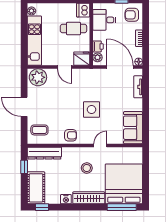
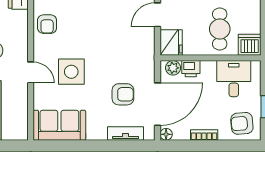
armchair: (132, 15) -> (242, 123), turned -95
armchair: (114, 88) -> (123, 94), added
side table: (92, 110) -> (71, 72), moved

